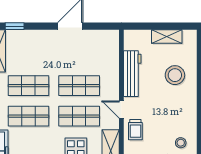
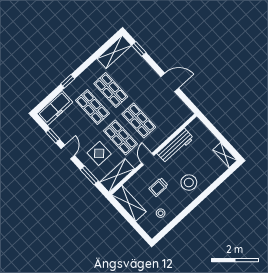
shelving: (167, 37) -> (225, 155), moved
stool: (175, 75) -> (189, 183), moved
trolley: (135, 130) -> (159, 187), moved

